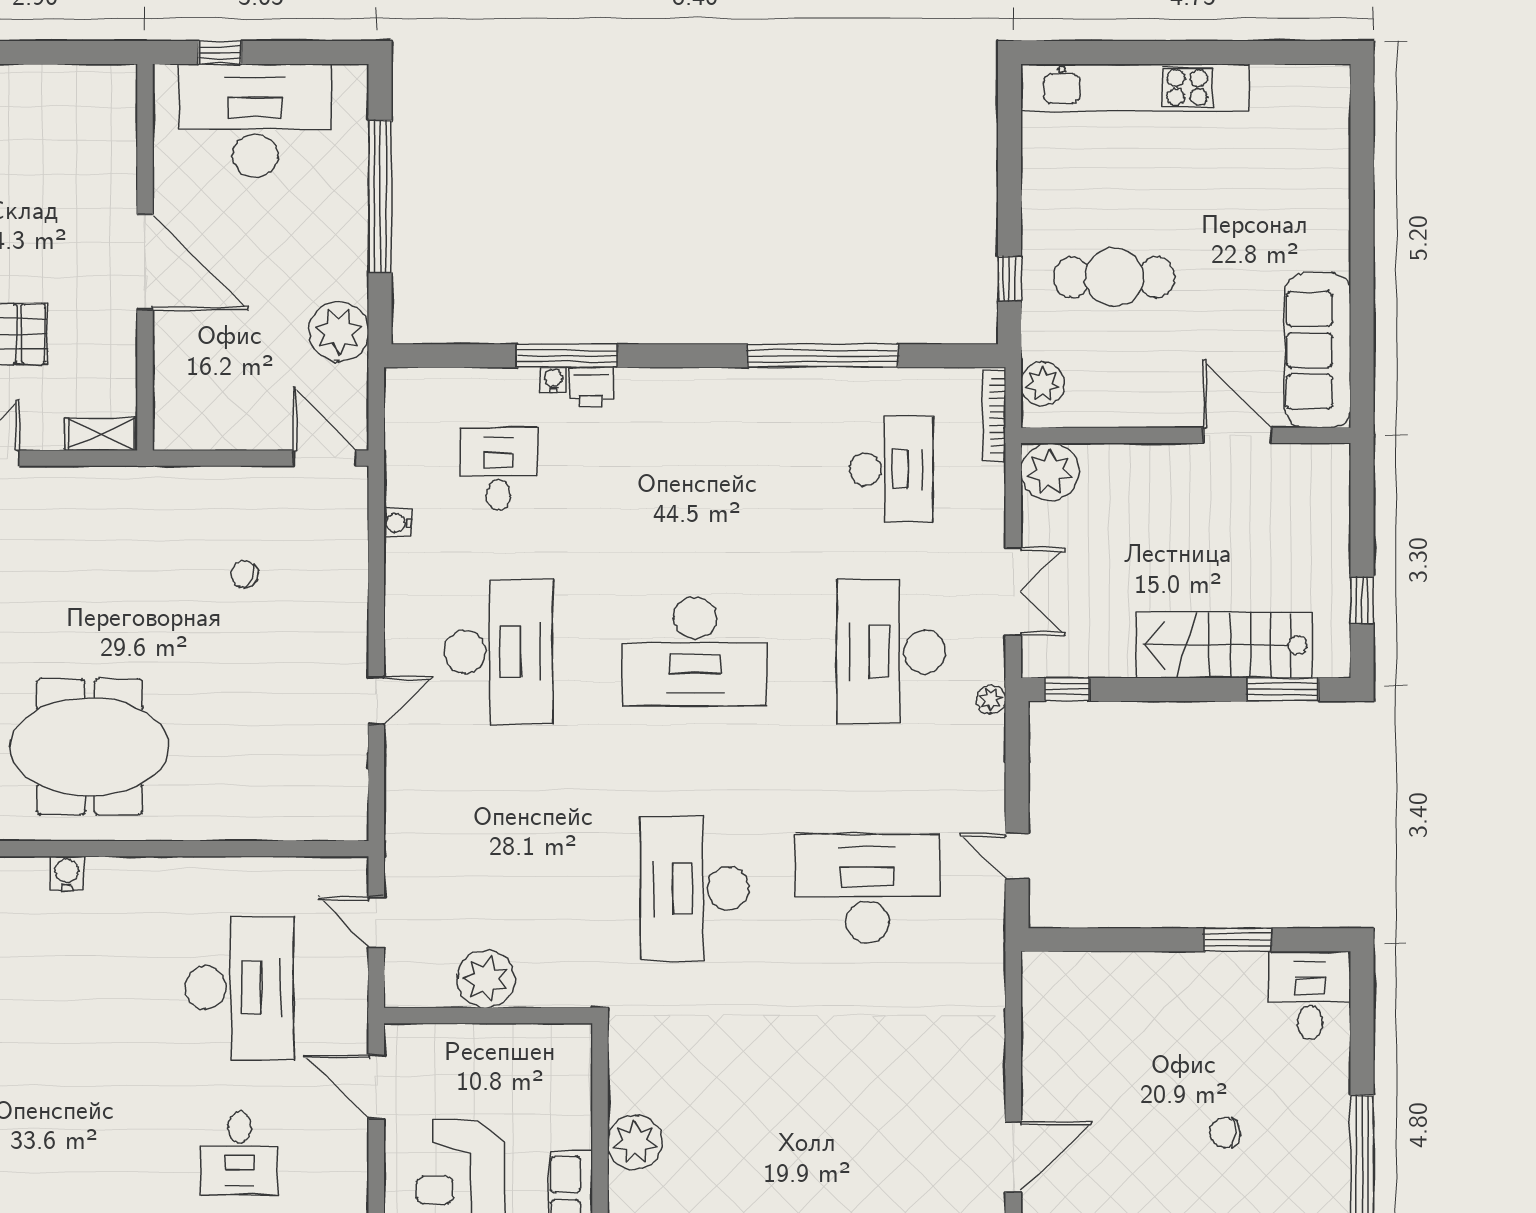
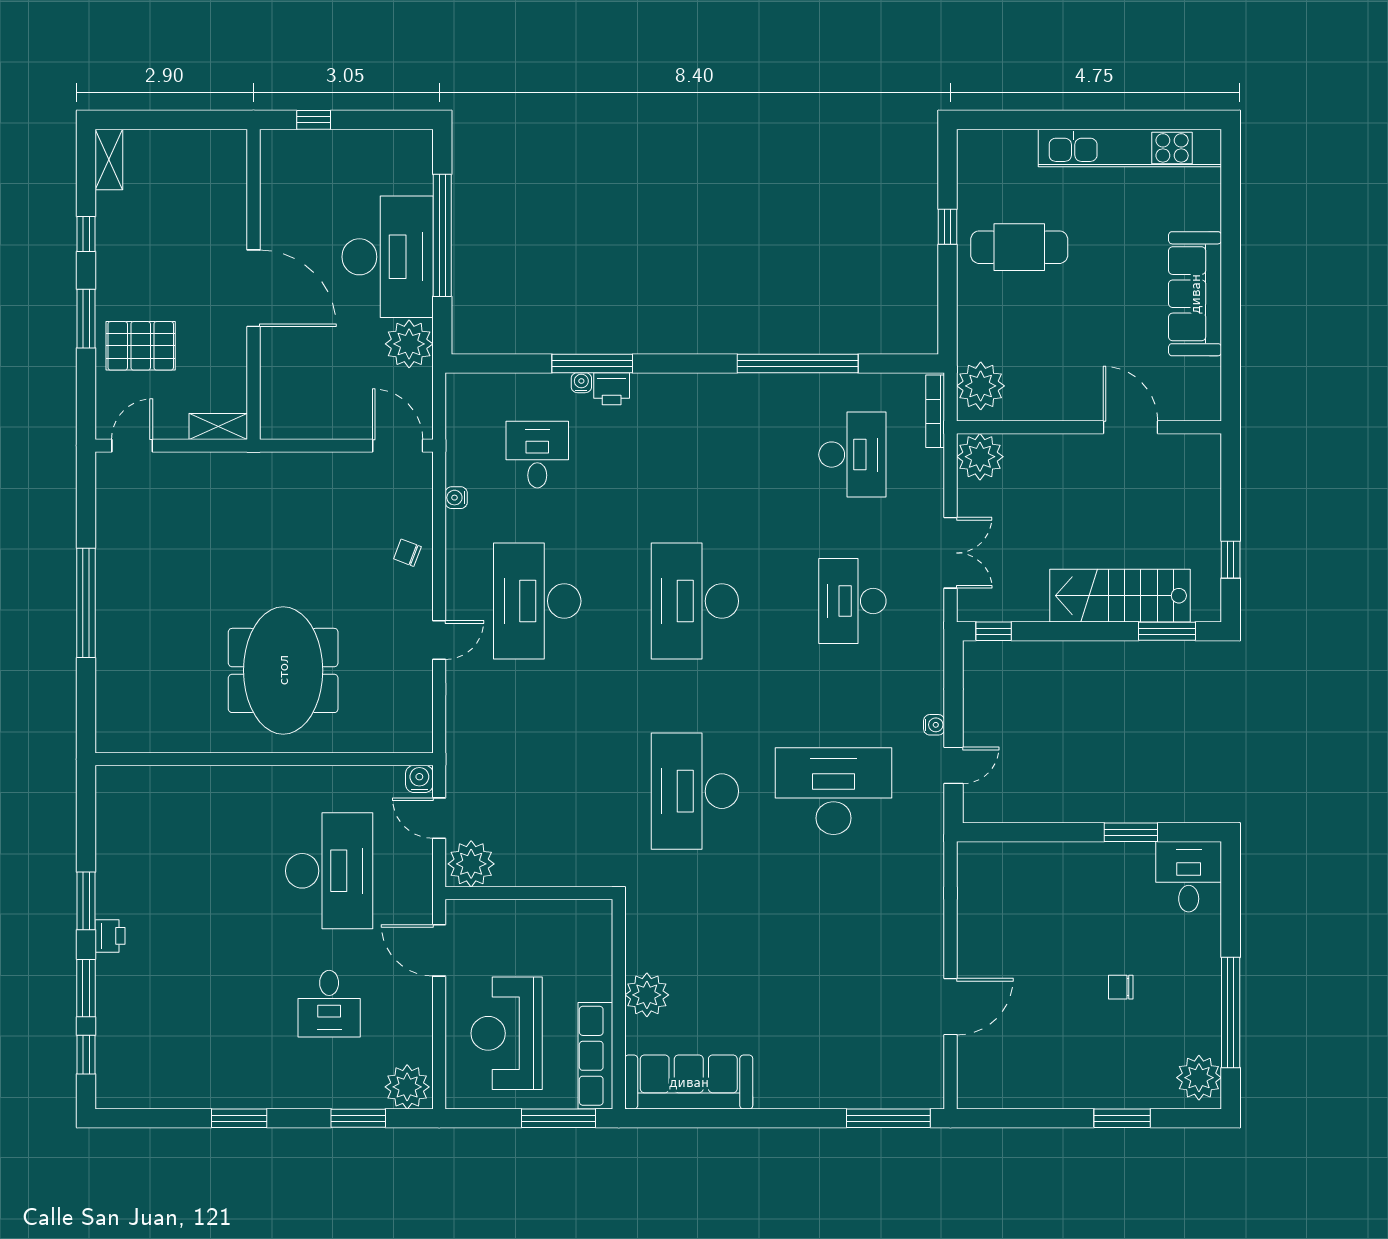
kitchen unit: (1135, 87) -> (1130, 148), moved
desk: (255, 120) -> (388, 257), moved, turned 90
cafe table: (1114, 277) -> (1019, 247), moved
window: (1009, 278) -> (948, 227), moved
sofa: (1318, 350) -> (1195, 294), moved
plant: (1043, 384) -> (981, 386), width x1.36, depth x1.36
chair: (244, 574) -> (407, 553), moved
desk: (498, 652) -> (537, 601), turned 180
desk: (695, 652) -> (695, 601), turned 90
desk: (891, 652) -> (852, 601), width x0.73, depth x0.77
plant: (991, 699) -> (933, 639), removed
meeting table: (90, 747) -> (283, 670), moved, turned 90
water cooler: (993, 806) -> (934, 725), added
door: (1017, 856) -> (954, 765), swing flipped
water cooler: (67, 873) -> (419, 779), moved
plant: (486, 979) -> (471, 864), moved

